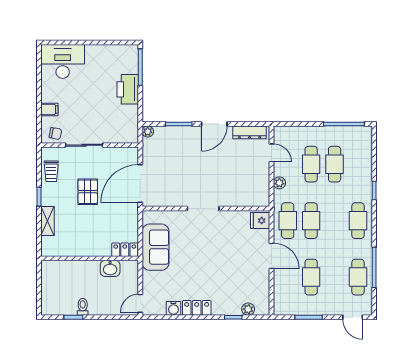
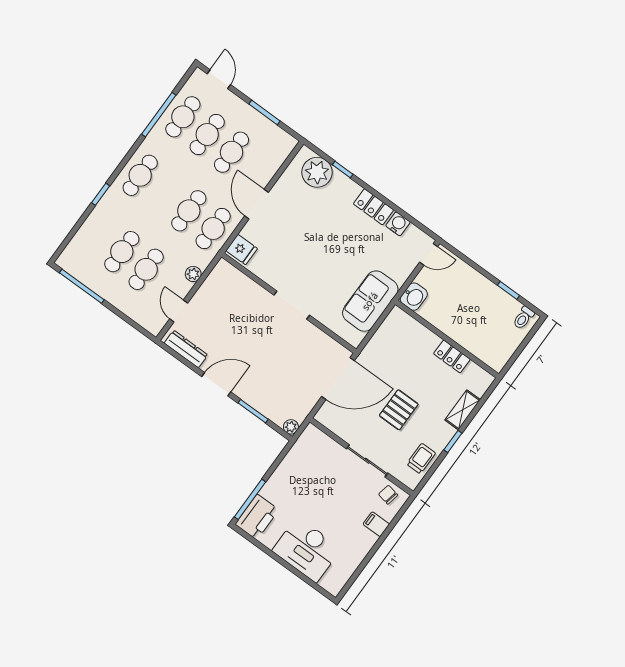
desk: (63, 61) -> (307, 550), moved
printer: (128, 89) -> (257, 517), moved
locker: (125, 250) -> (452, 356), moved
washbasin: (110, 268) -> (414, 297), moved, turned 90
cafe table: (335, 277) -> (207, 134), added
toilet: (83, 307) -> (523, 318), moved
plant: (248, 309) -> (317, 172), width x1.88, depth x1.88

